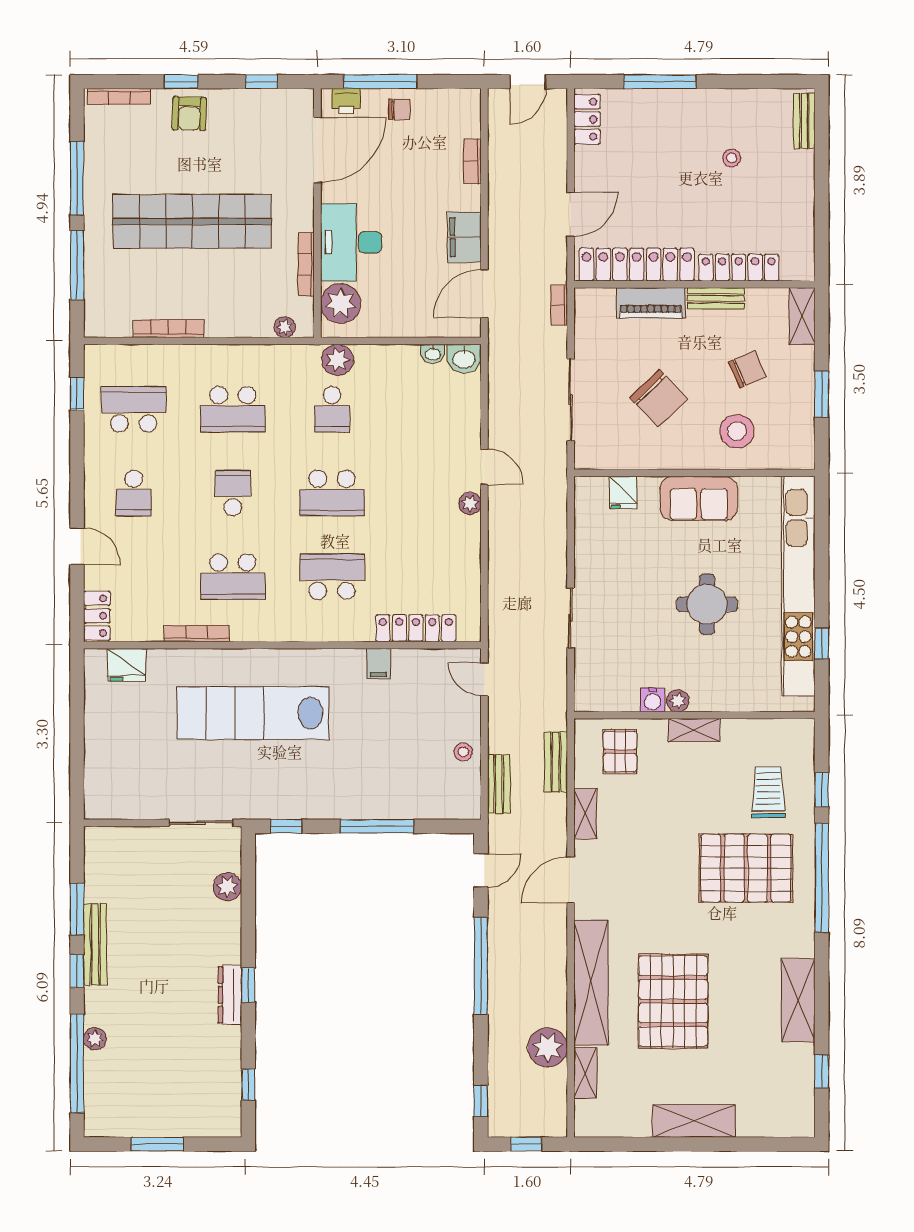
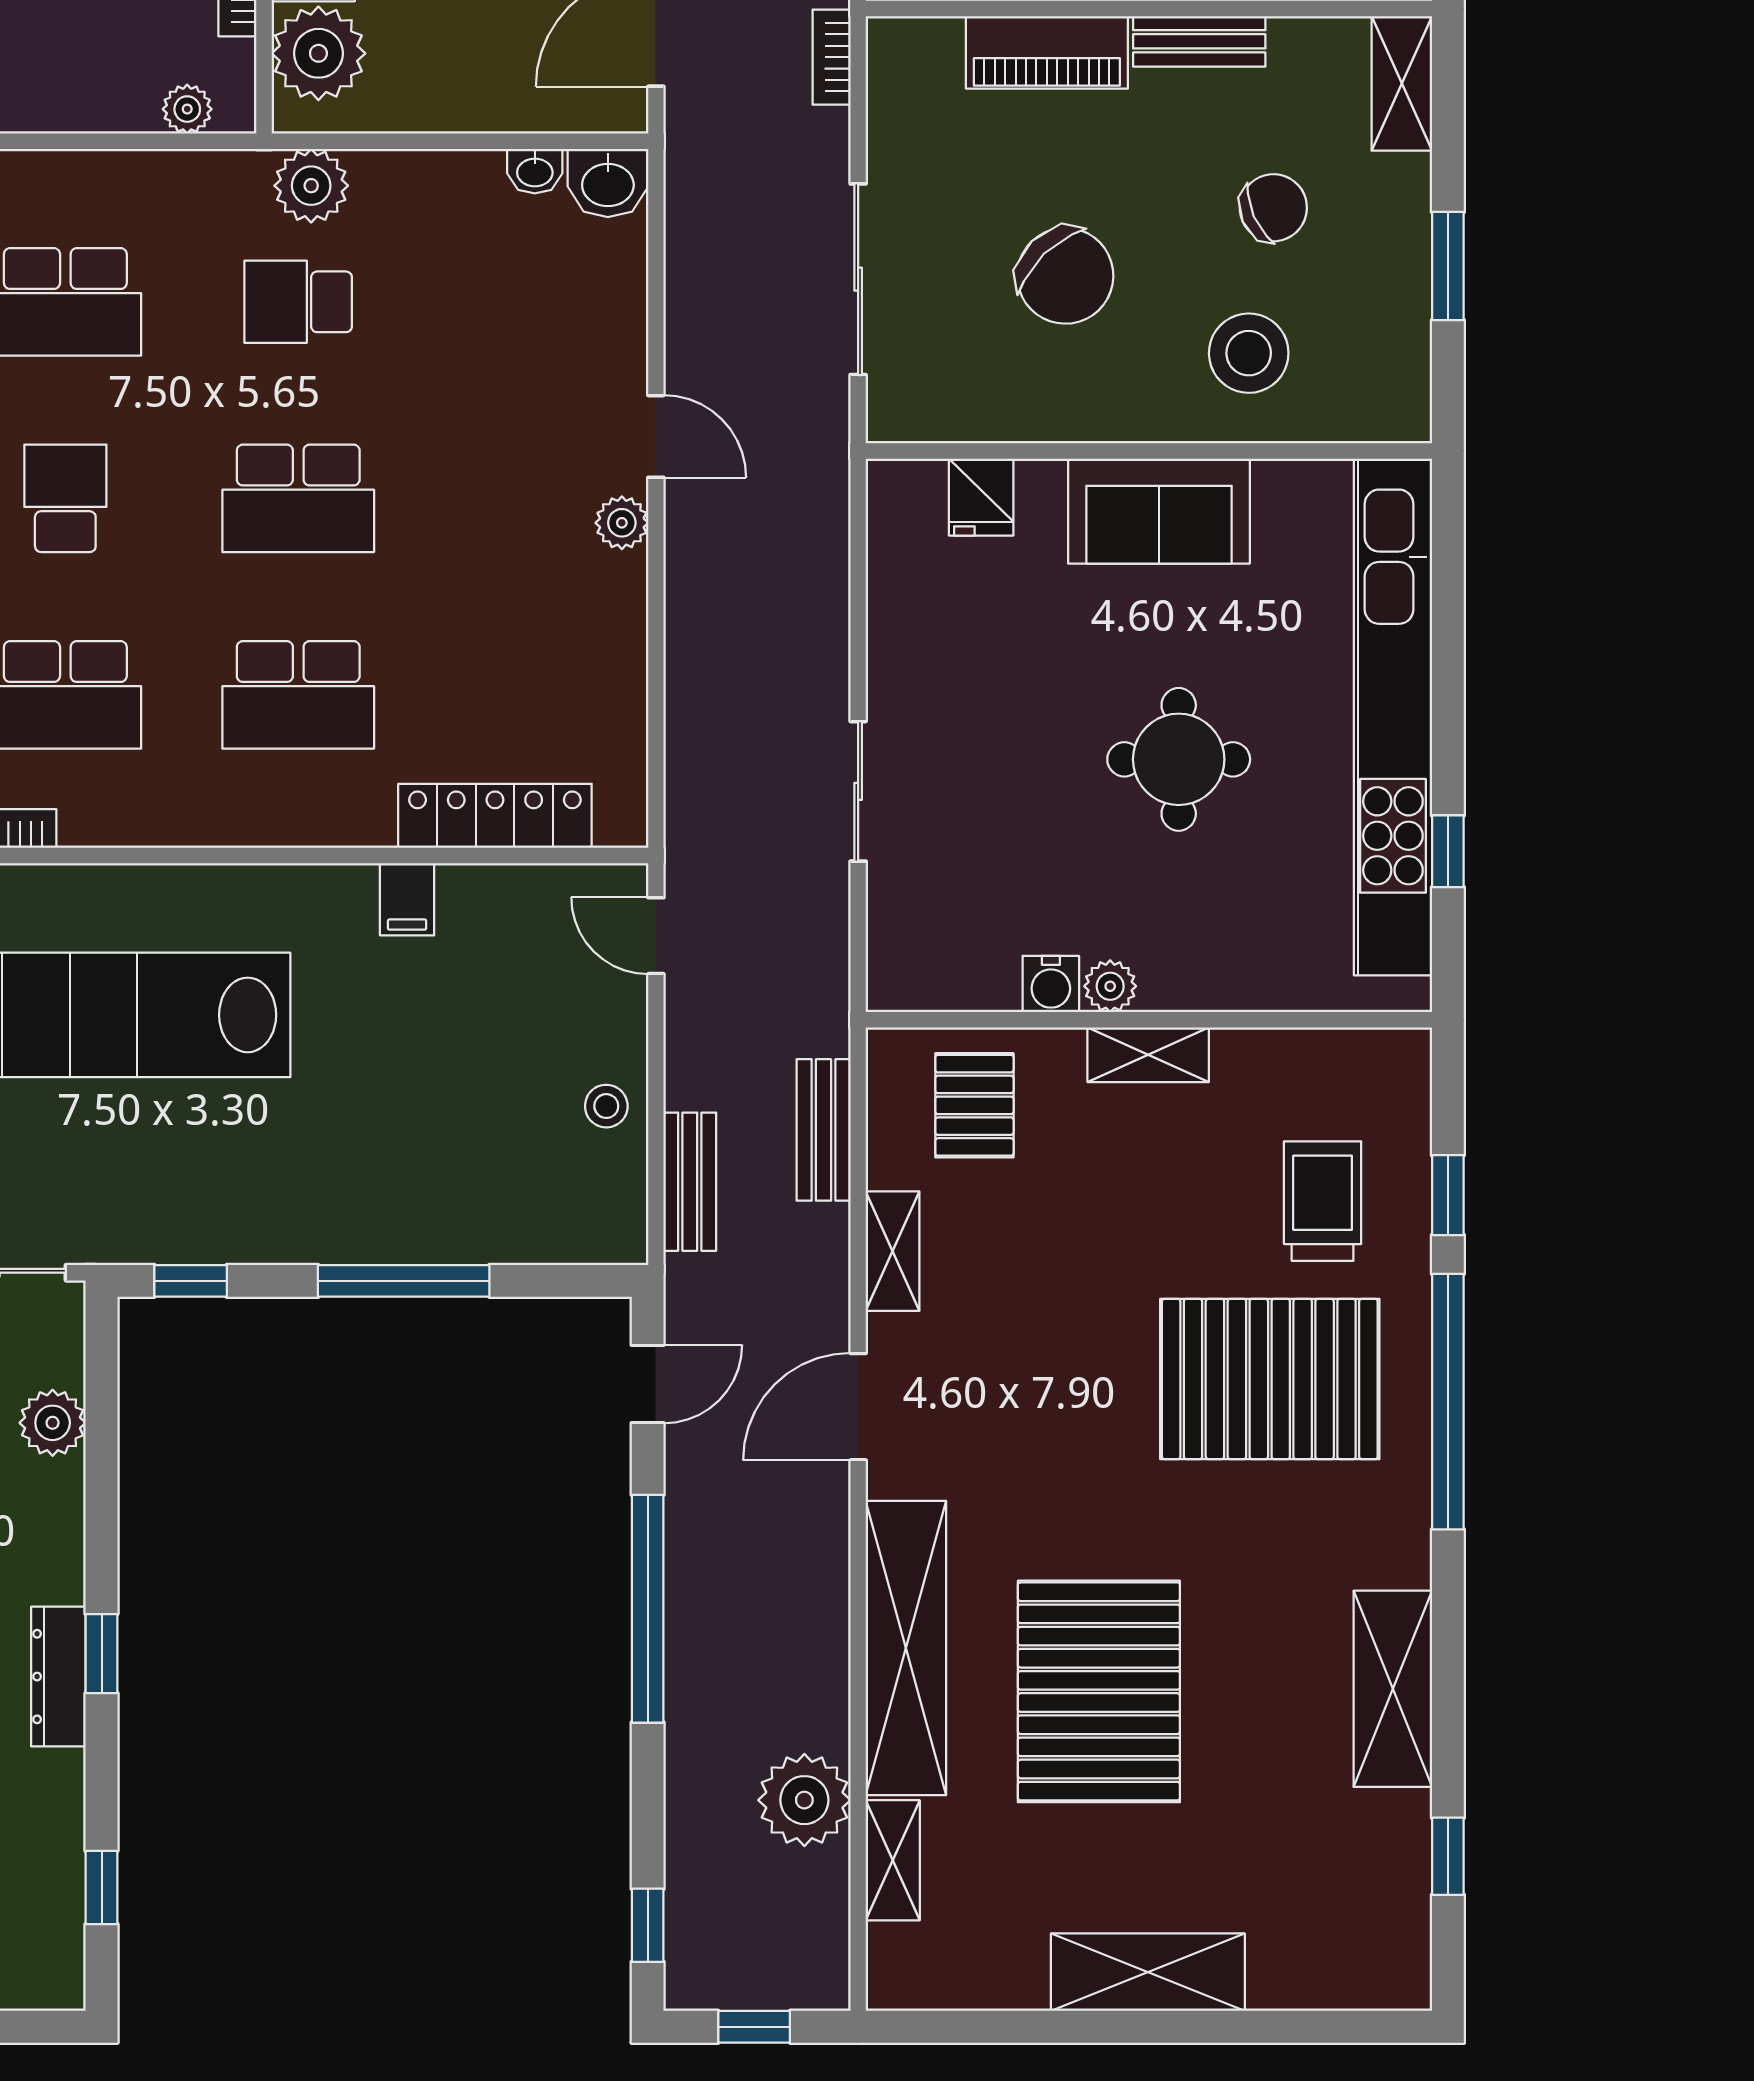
school desk: (332, 409) -> (298, 302), turned 90
school desk: (332, 577) -> (298, 695), turned 180

